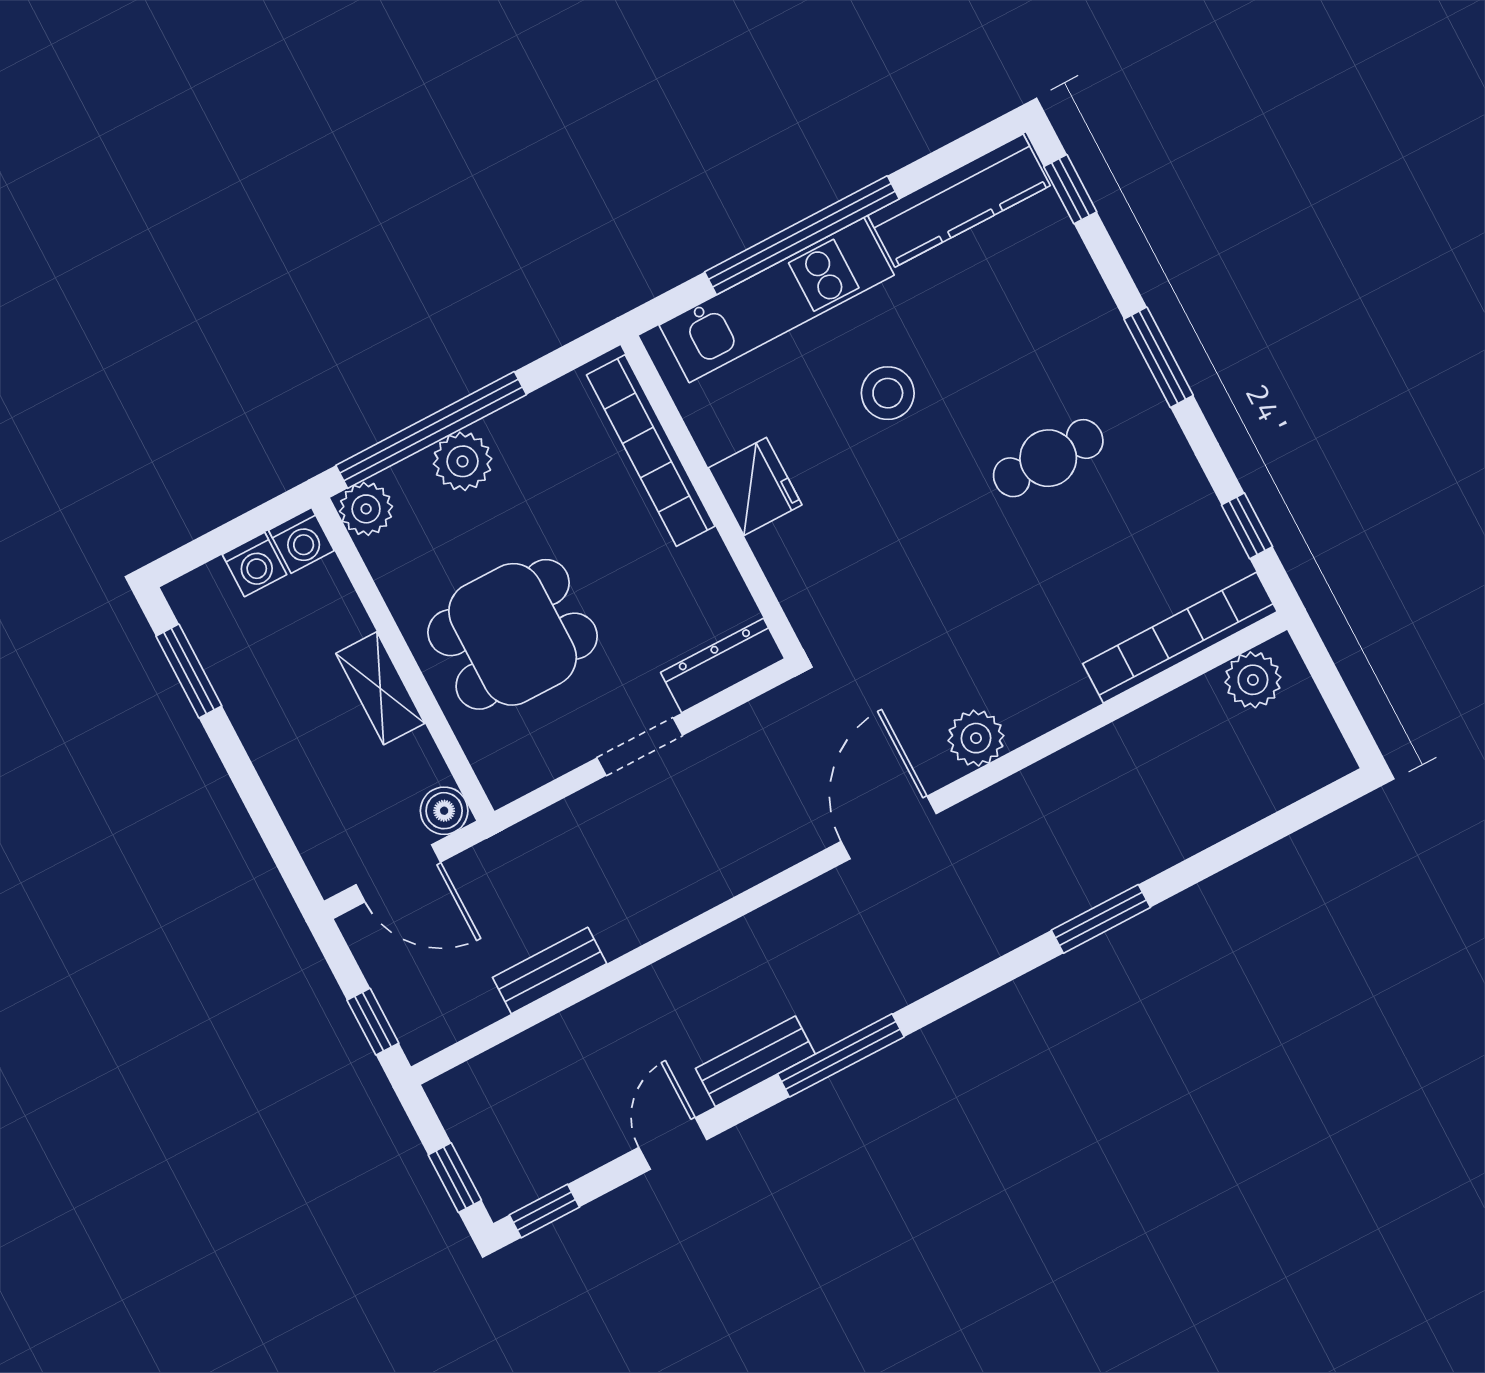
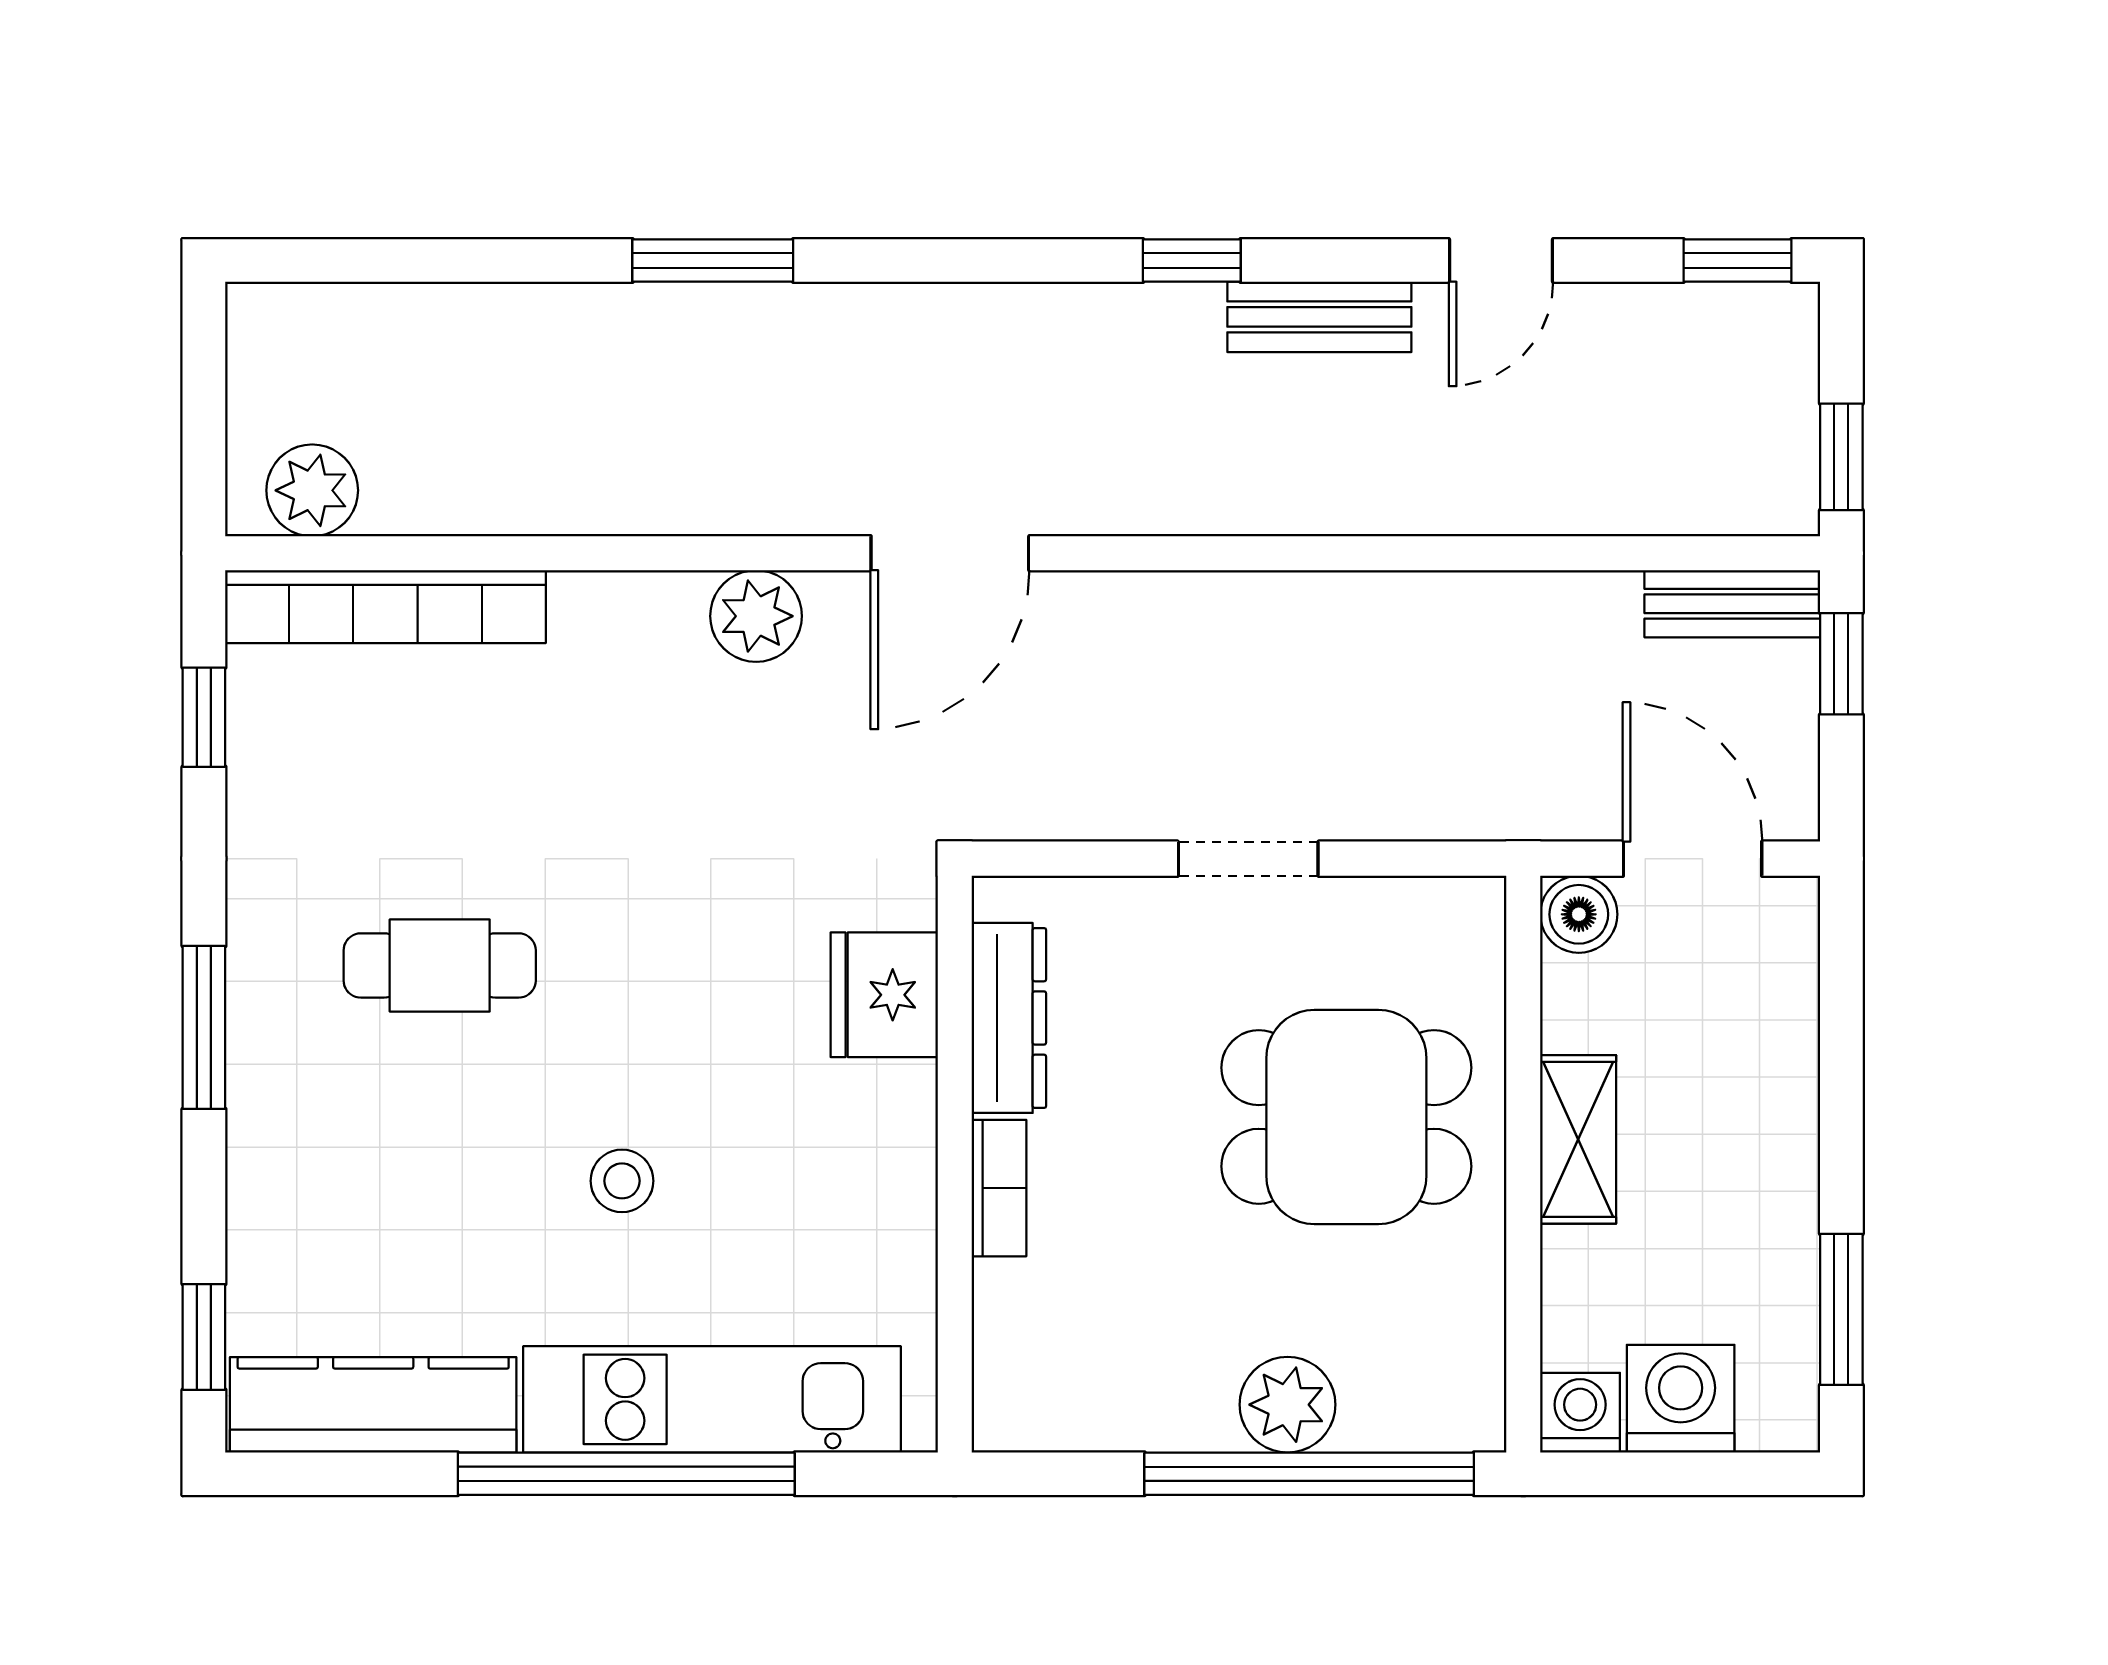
stool: (888, 393) -> (622, 1181), width x0.73, depth x0.73
bookcase: (651, 450) -> (999, 1188), width x0.43, depth x0.76
fridge: (755, 486) -> (884, 995), moved
plant: (366, 509) -> (1463, 1409), removed
washing machine: (255, 564) -> (1681, 1399), width x1.38, depth x1.38
dresser: (723, 666) -> (1009, 1018), moved, turned -90
bench: (550, 970) -> (1732, 604), moved
window: (841, 1055) -> (1192, 261), width x0.46
window: (455, 1178) -> (1841, 457), moved

